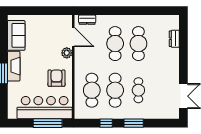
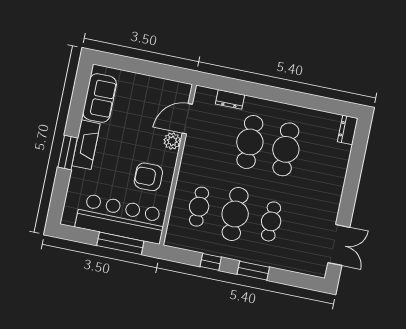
dresser: (87, 20) -> (230, 99), moved
door: (73, 37) -> (187, 119), swing flipped
dresser: (174, 39) -> (348, 130), moved
armchair: (56, 78) -> (148, 177), turned -90
cafe table: (92, 90) -> (199, 207), width x0.73, depth x0.74

